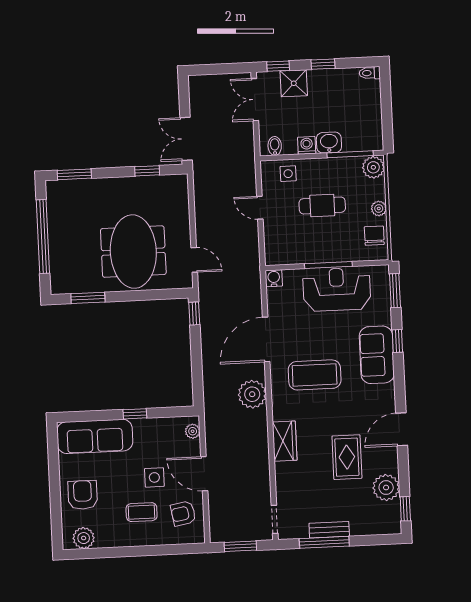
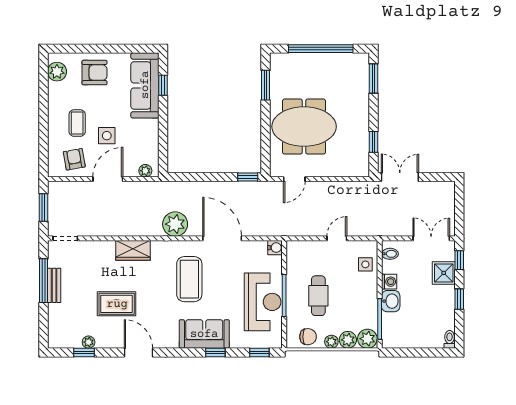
plant: (376, 190) -> (348, 340), added
cafe table: (322, 206) -> (318, 296), moved
window: (395, 291) -> (259, 352), width x0.67
window: (135, 414) -> (163, 85), moved
plant: (386, 488) -> (89, 342), width x0.53, depth x0.53
window: (405, 509) -> (84, 352), moved

